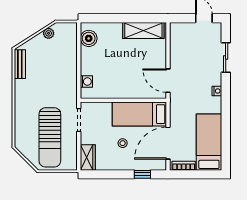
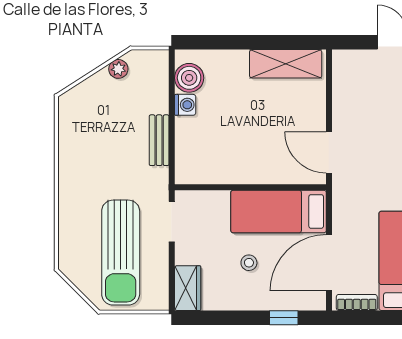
bench: (20, 64) -> (159, 140), moved
washing machine: (86, 82) -> (185, 105), moved

